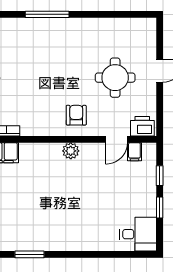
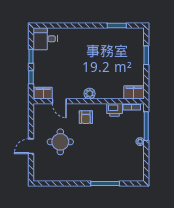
printer: (142, 126) -> (115, 110), moved
door: (117, 139) -> (59, 101), swing flipped
filing cabinet: (134, 152) -> (43, 93), width x2.00

